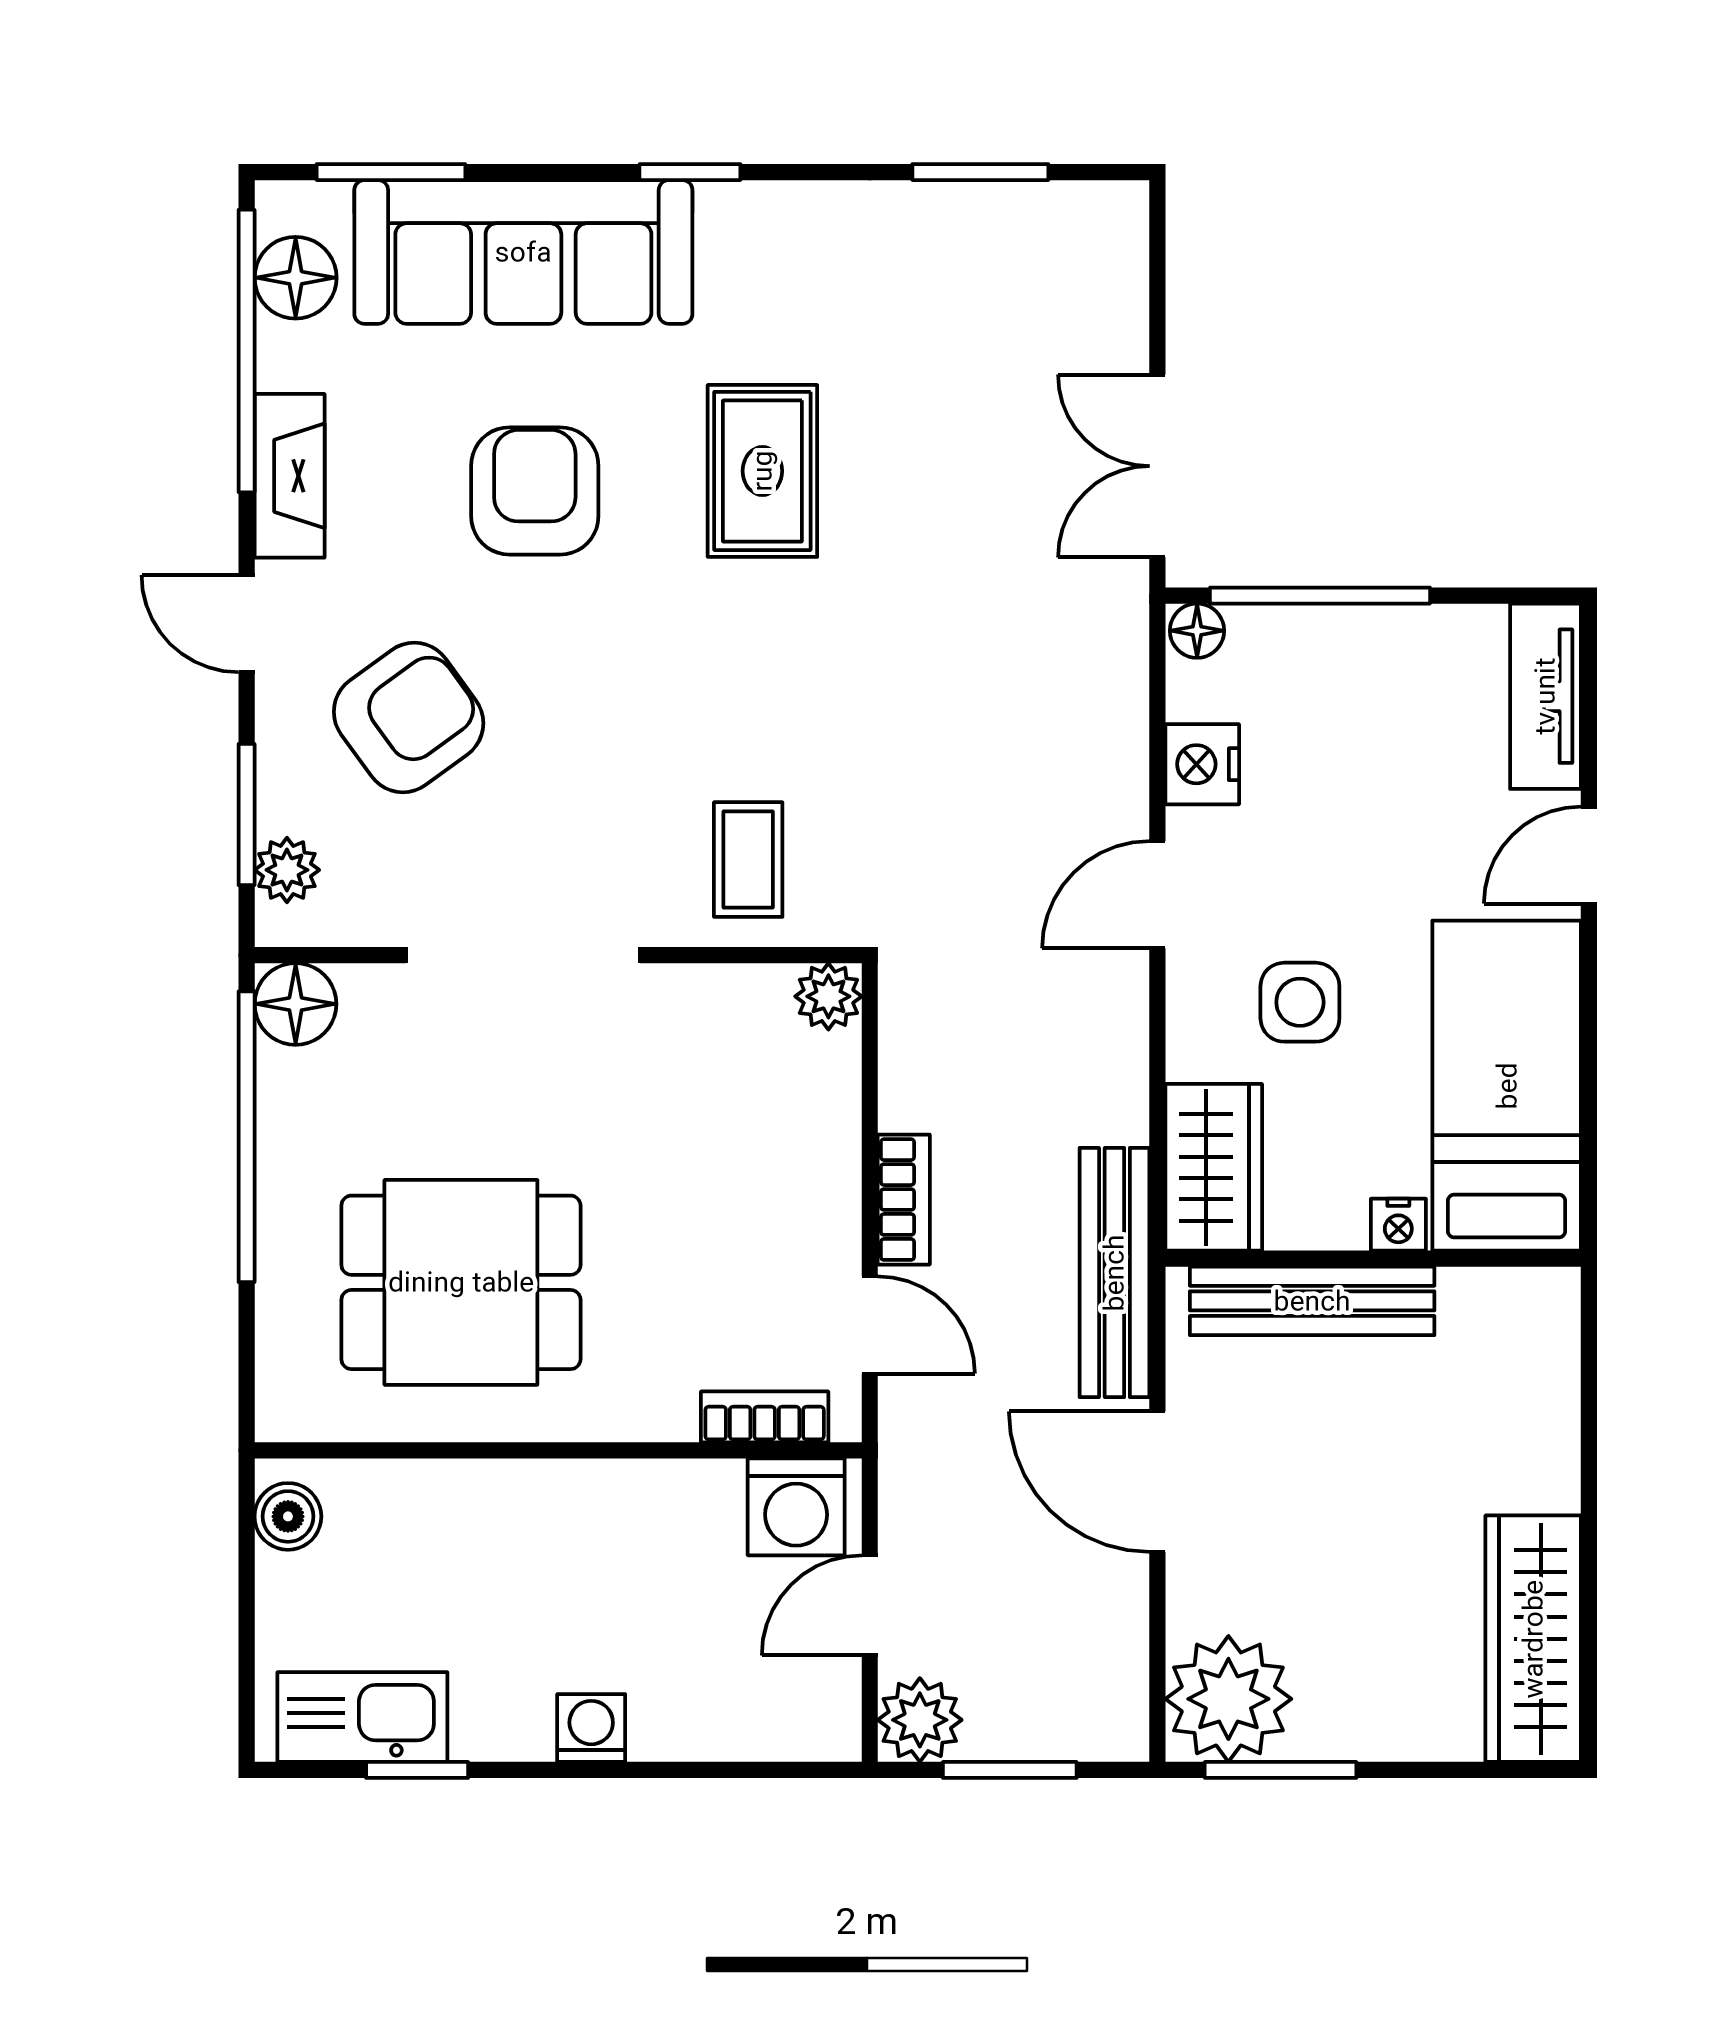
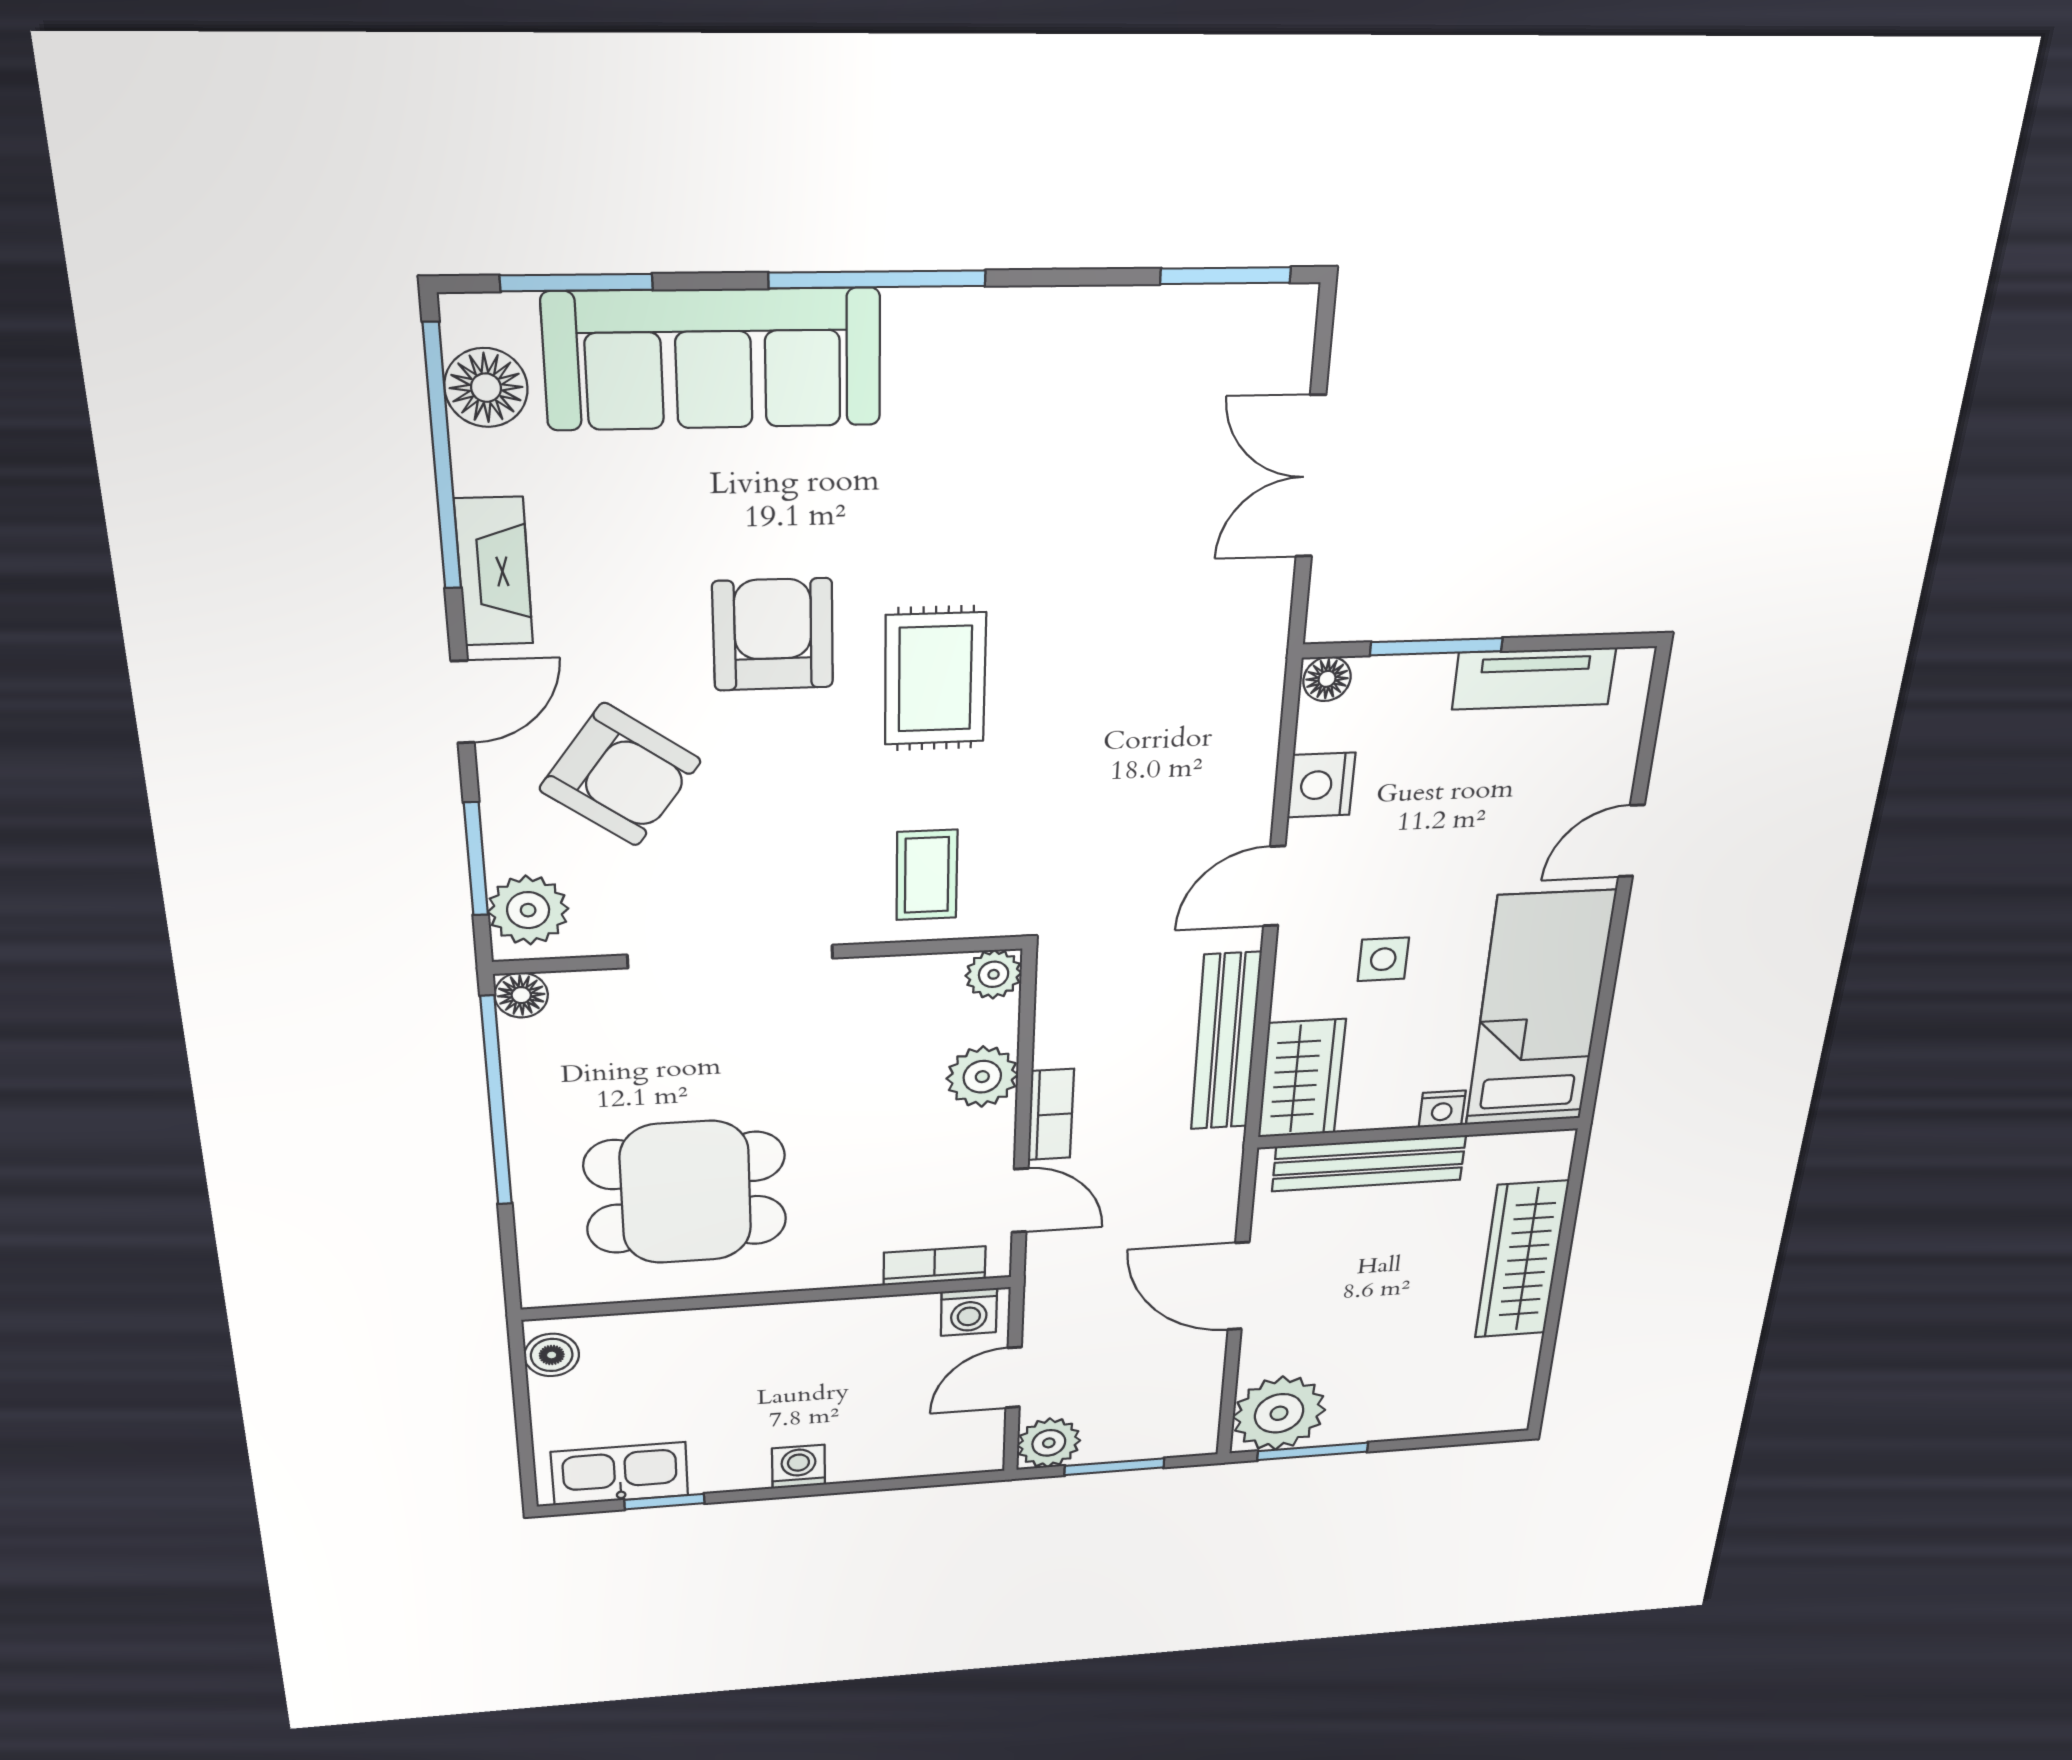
window: (690, 172) -> (877, 279), width x2.17
window: (980, 172) -> (1226, 276), moved
double door: (1157, 466) -> (1311, 477), moved
rug: (762, 471) -> (935, 679), moved
armchair: (535, 491) -> (773, 635), moved
window: (1320, 596) -> (1436, 647), width x0.69
door: (247, 624) -> (463, 702), swing flipped
tv unit: (1545, 696) -> (1534, 679), moved, turned -90
armchair: (409, 717) -> (620, 775), turned 72
plant: (287, 870) -> (528, 910), width x1.38, depth x1.38
side table: (1300, 1002) -> (1383, 959), width x0.73, depth x0.73
floor lamp: (296, 1004) -> (521, 995), width x0.73, depth x0.73
plant: (818, 1139) -> (982, 1077), added
bench: (1114, 1273) -> (1226, 1042), moved
washing machine: (796, 1507) -> (969, 1312), width x0.73, depth x0.73
wardrobe: (1533, 1639) -> (1521, 1260), moved

